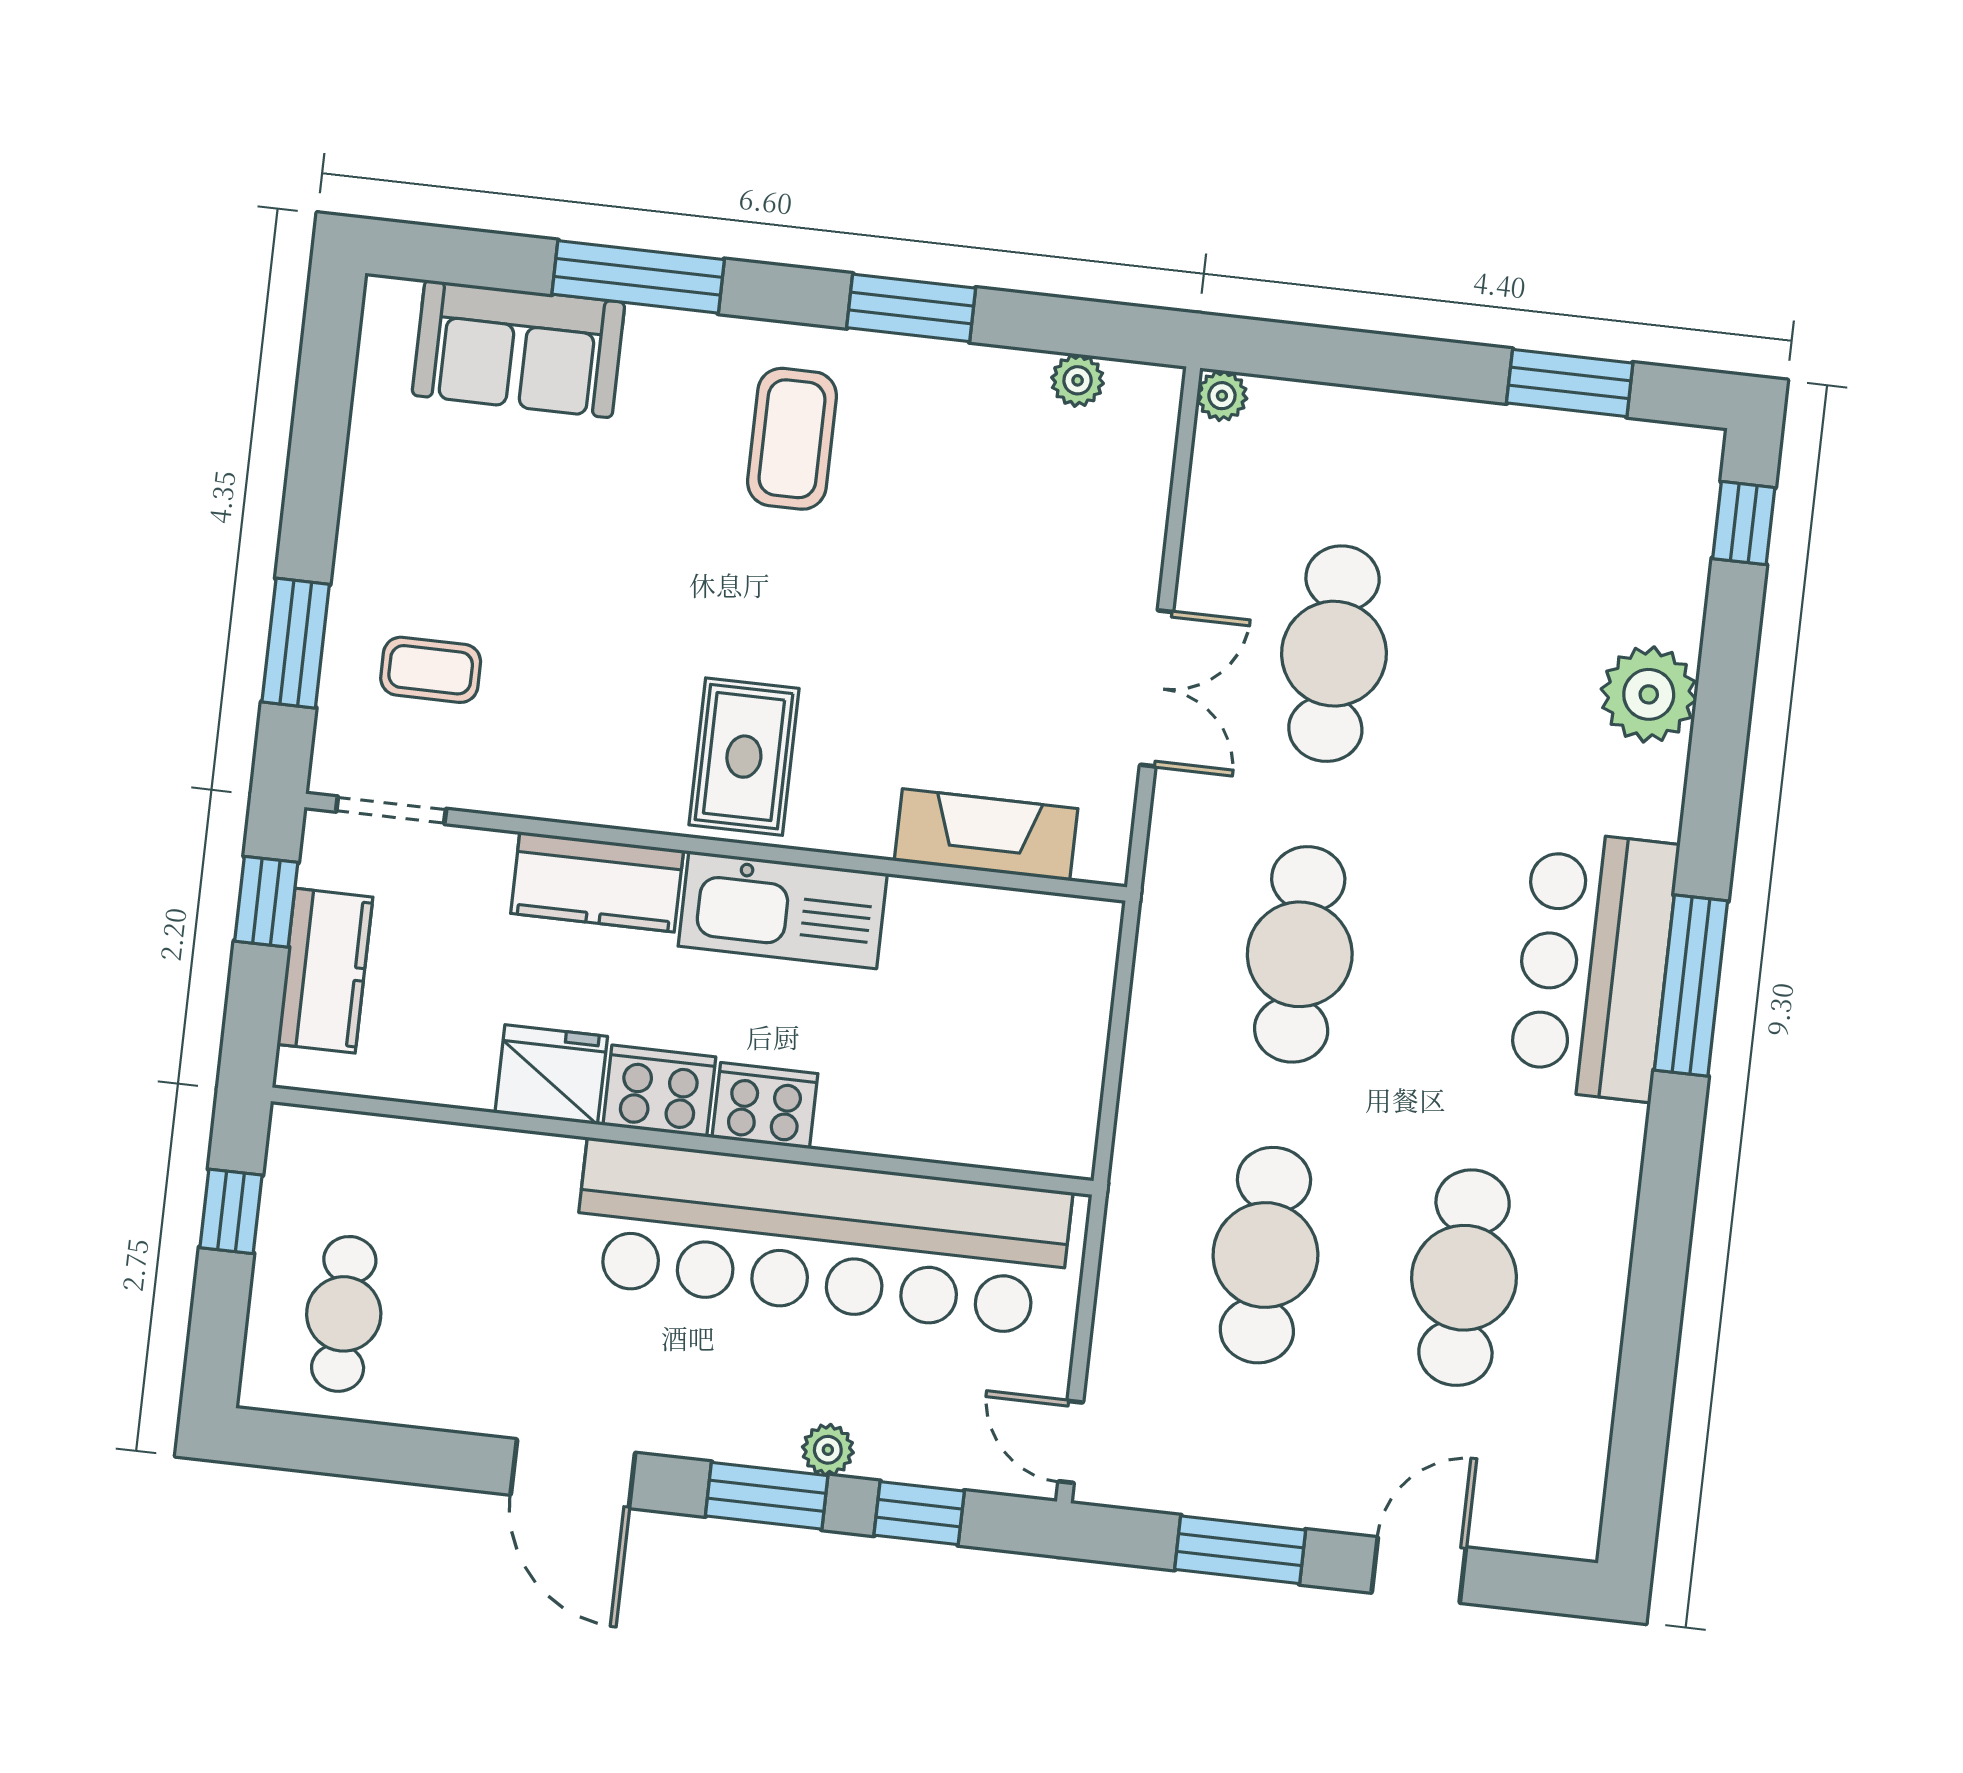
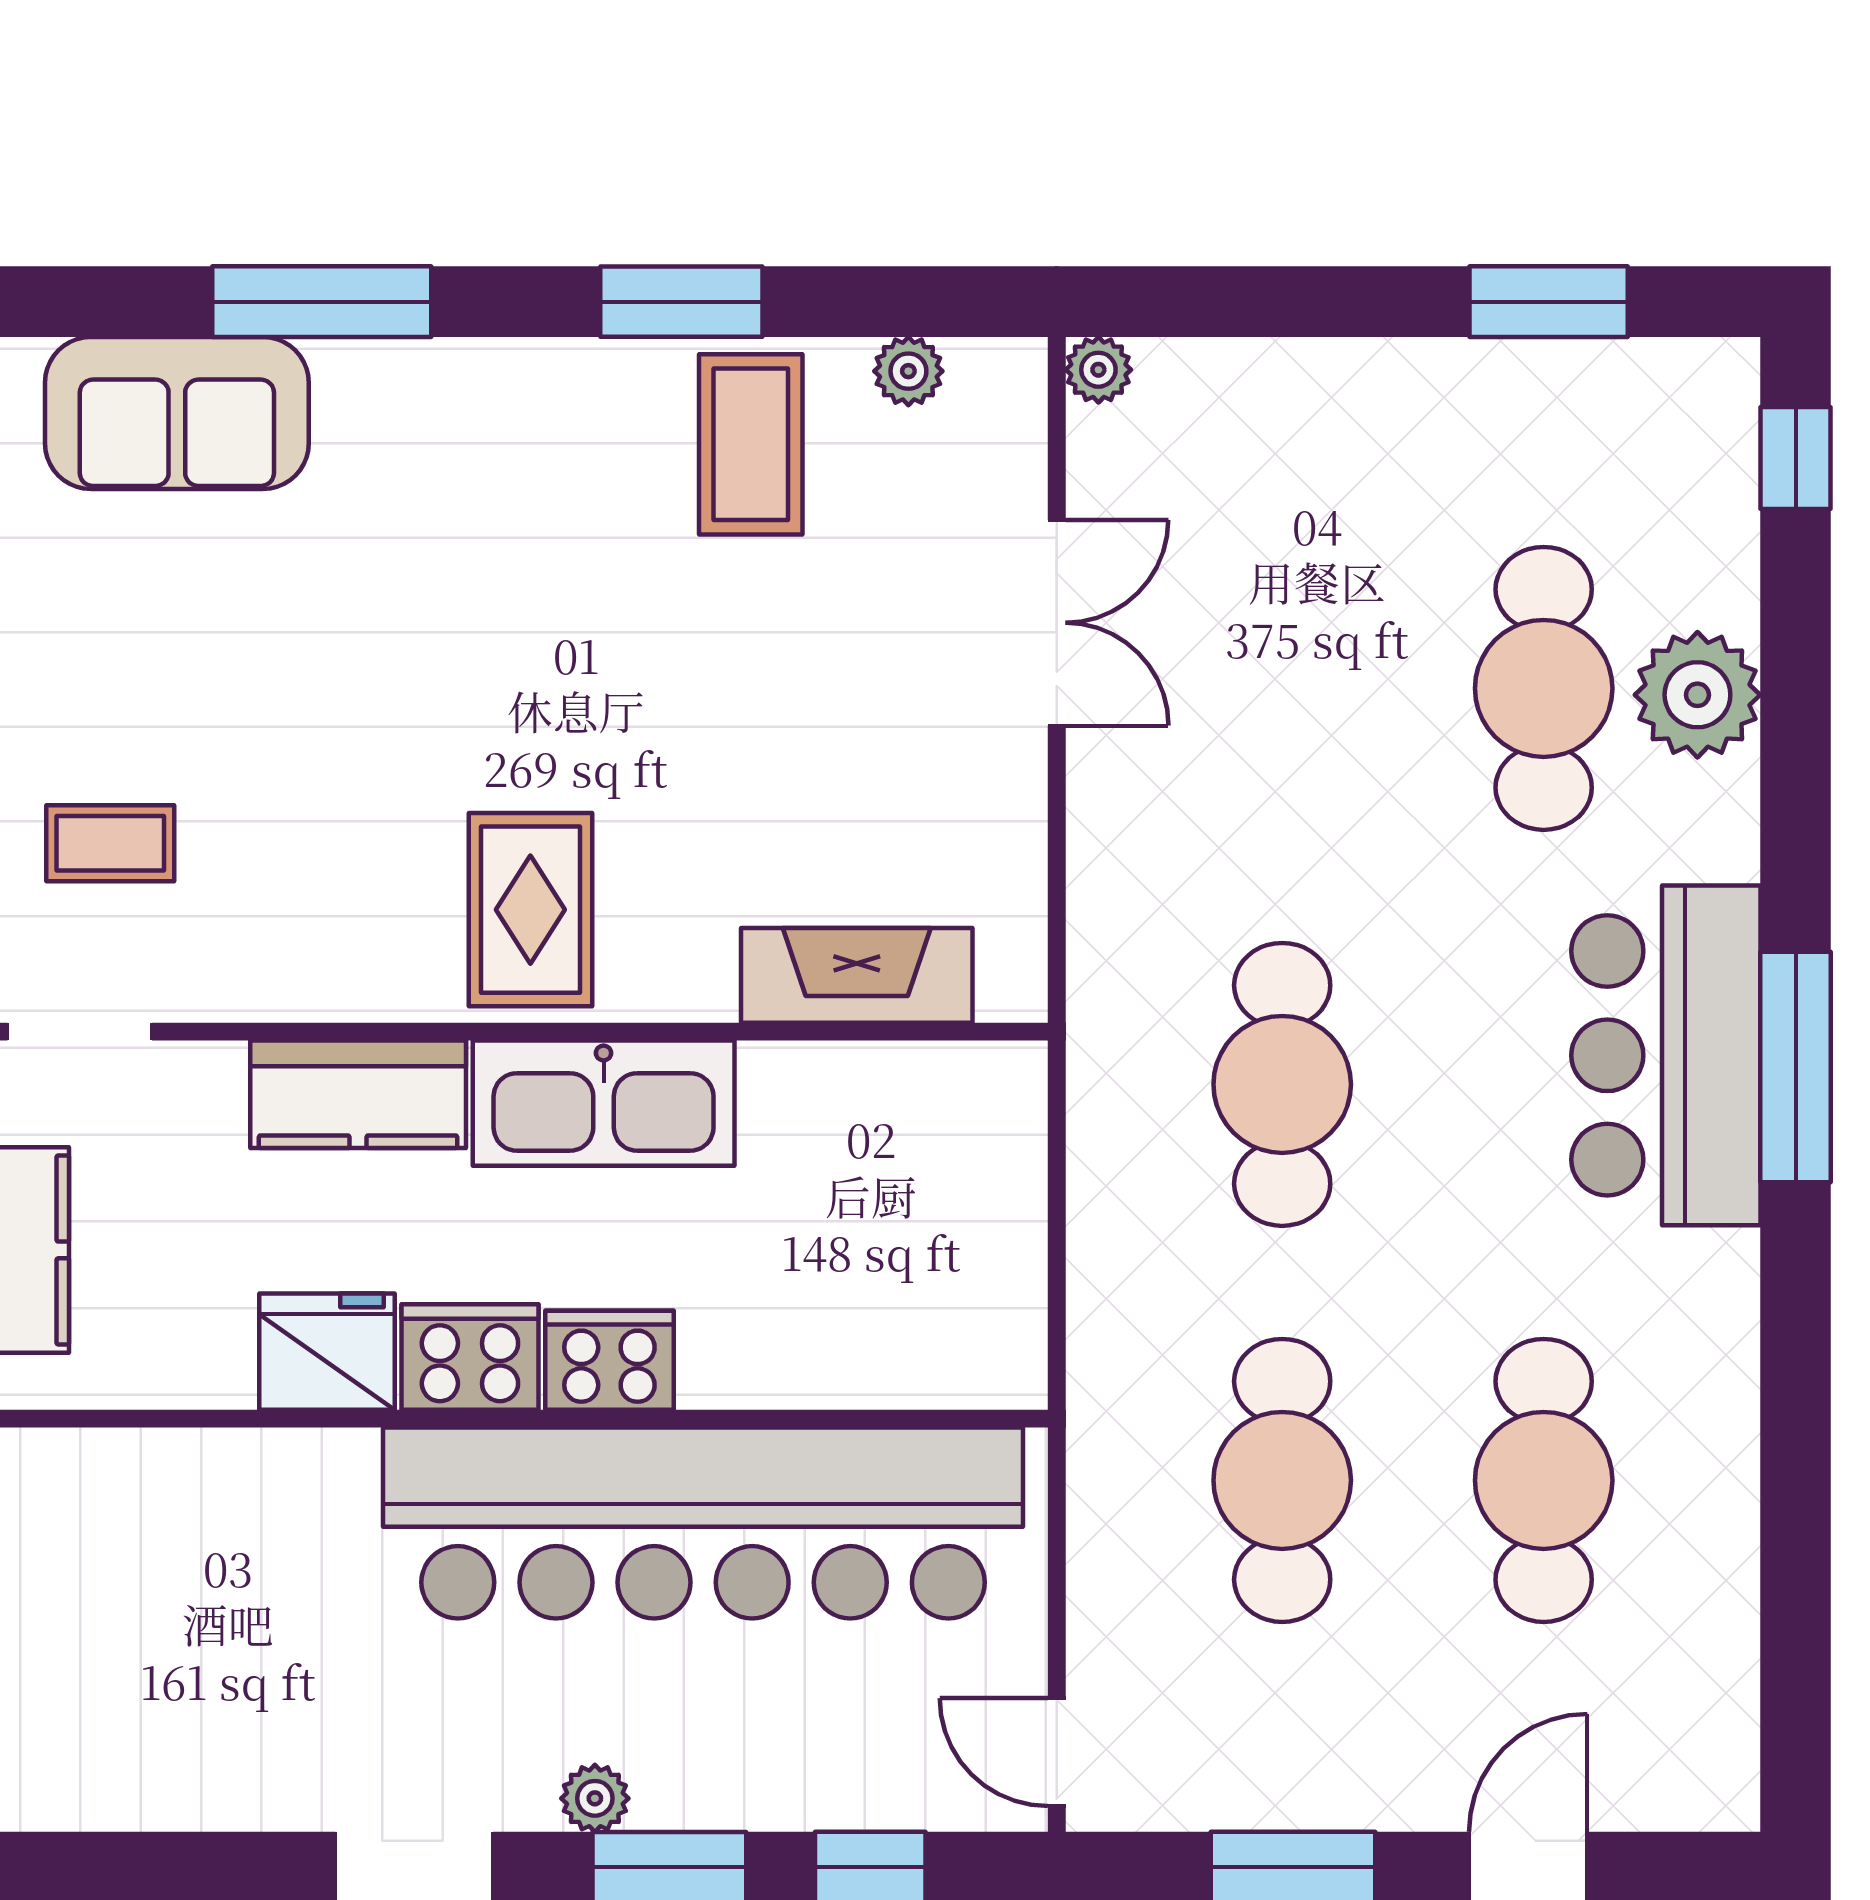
coffee table: (792, 439) -> (751, 444), moved
cafe table: (1334, 654) -> (1544, 688), moved
double door: (1157, 688) -> (1057, 623), moved
cafe table: (344, 1314) -> (93, 1693), removed
plant: (828, 1450) -> (595, 1798), moved

